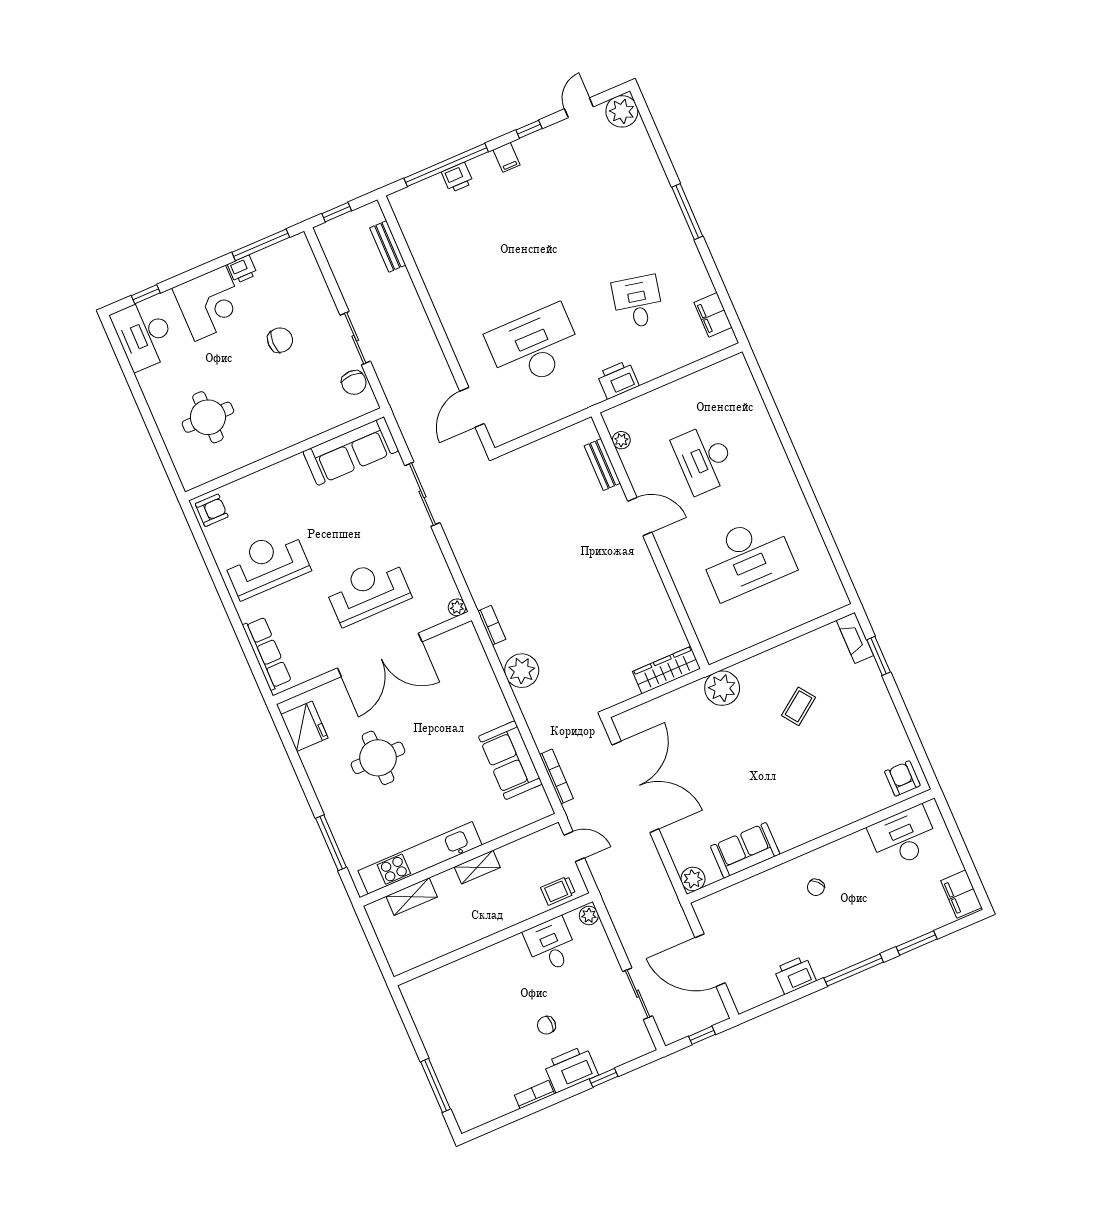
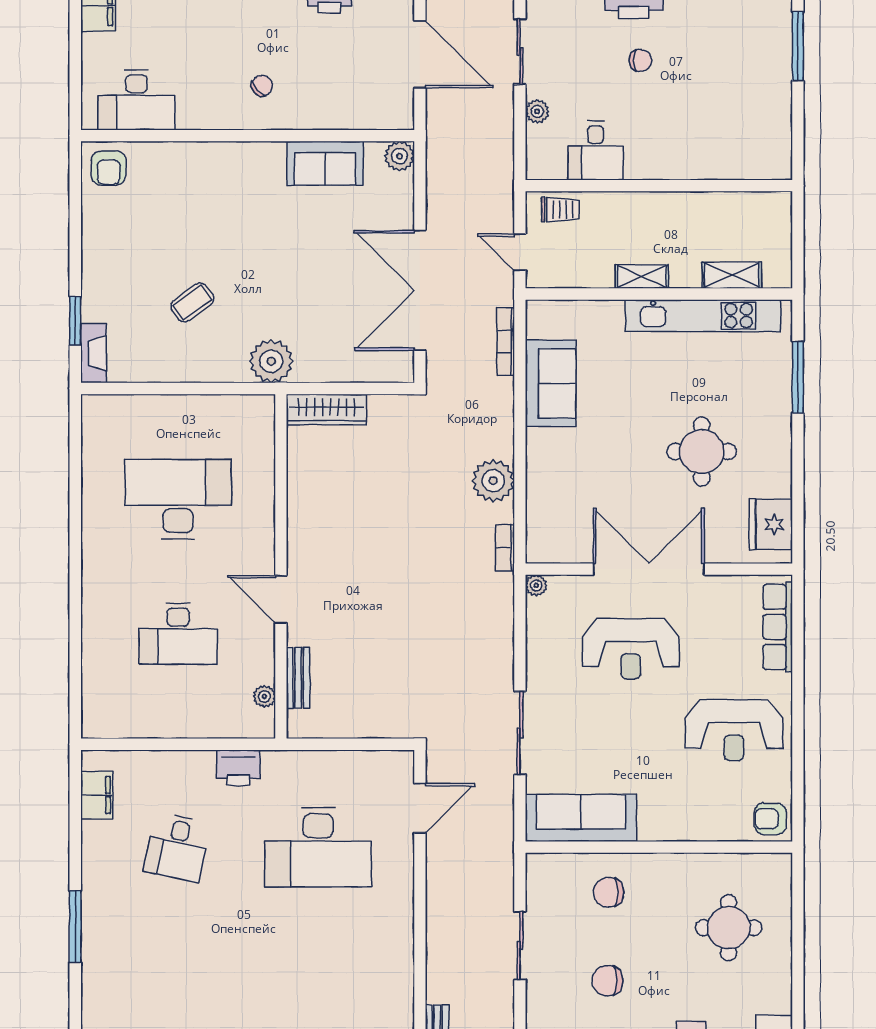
chair: (354, 383) -> (609, 892), moved, turned -90
desk: (704, 459) -> (178, 634), turned 90
plant: (589, 915) -> (537, 111), moved

